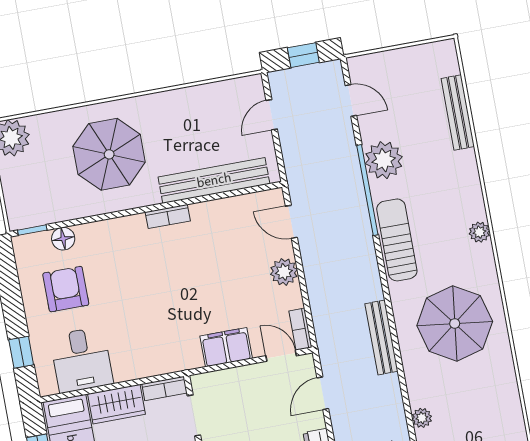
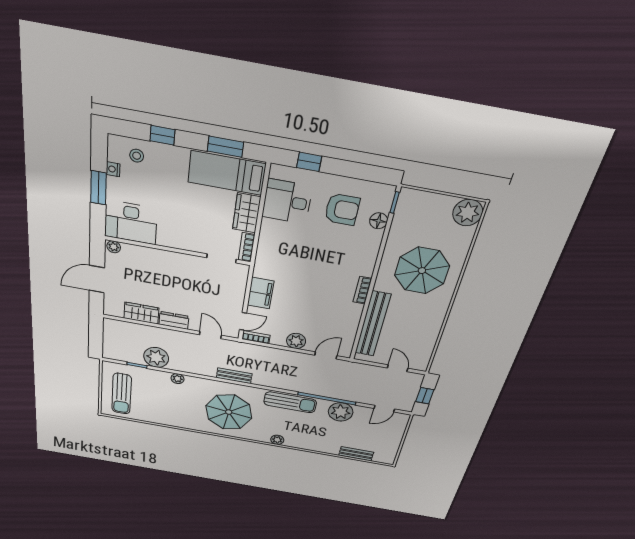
bench: (458, 112) -> (356, 454), width x0.73
bench: (381, 337) -> (234, 376), width x0.73

